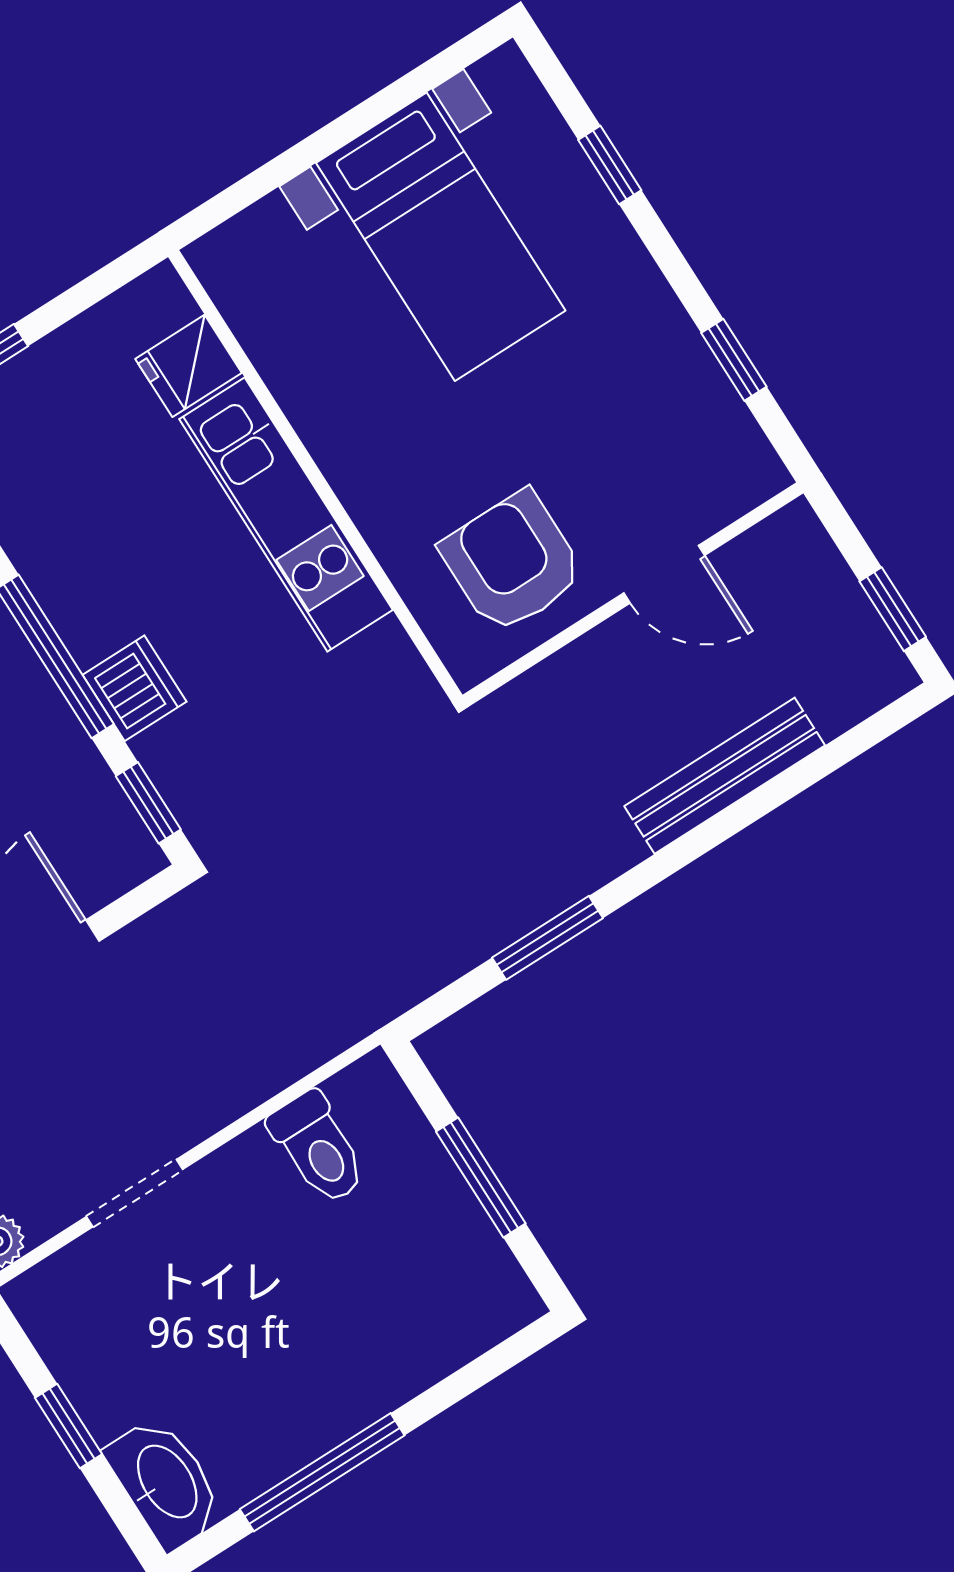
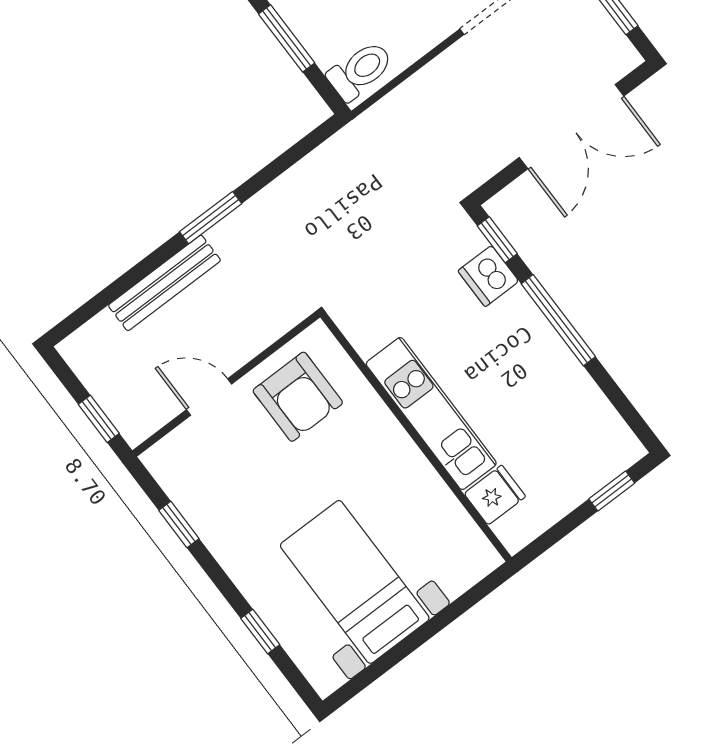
window: (893, 609) -> (99, 419), moved
dishwasher: (135, 688) -> (488, 276), moved
window: (548, 938) -> (211, 218), moved
toilet: (318, 1148) -> (360, 71), moved, turned 90

